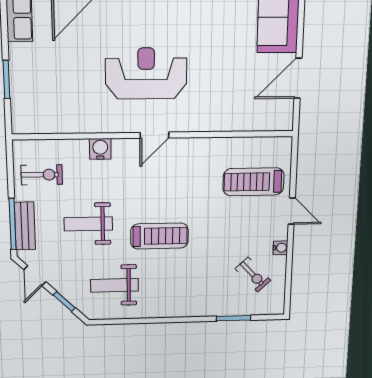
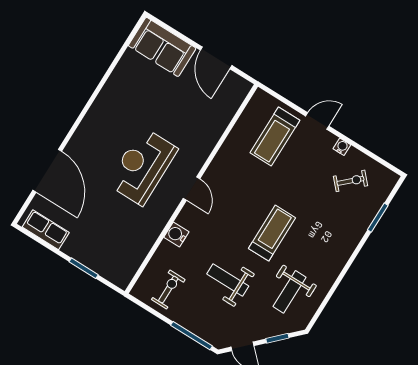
weight bench: (88, 224) -> (228, 280), turned 90
bench: (25, 226) -> (199, 328), removed

